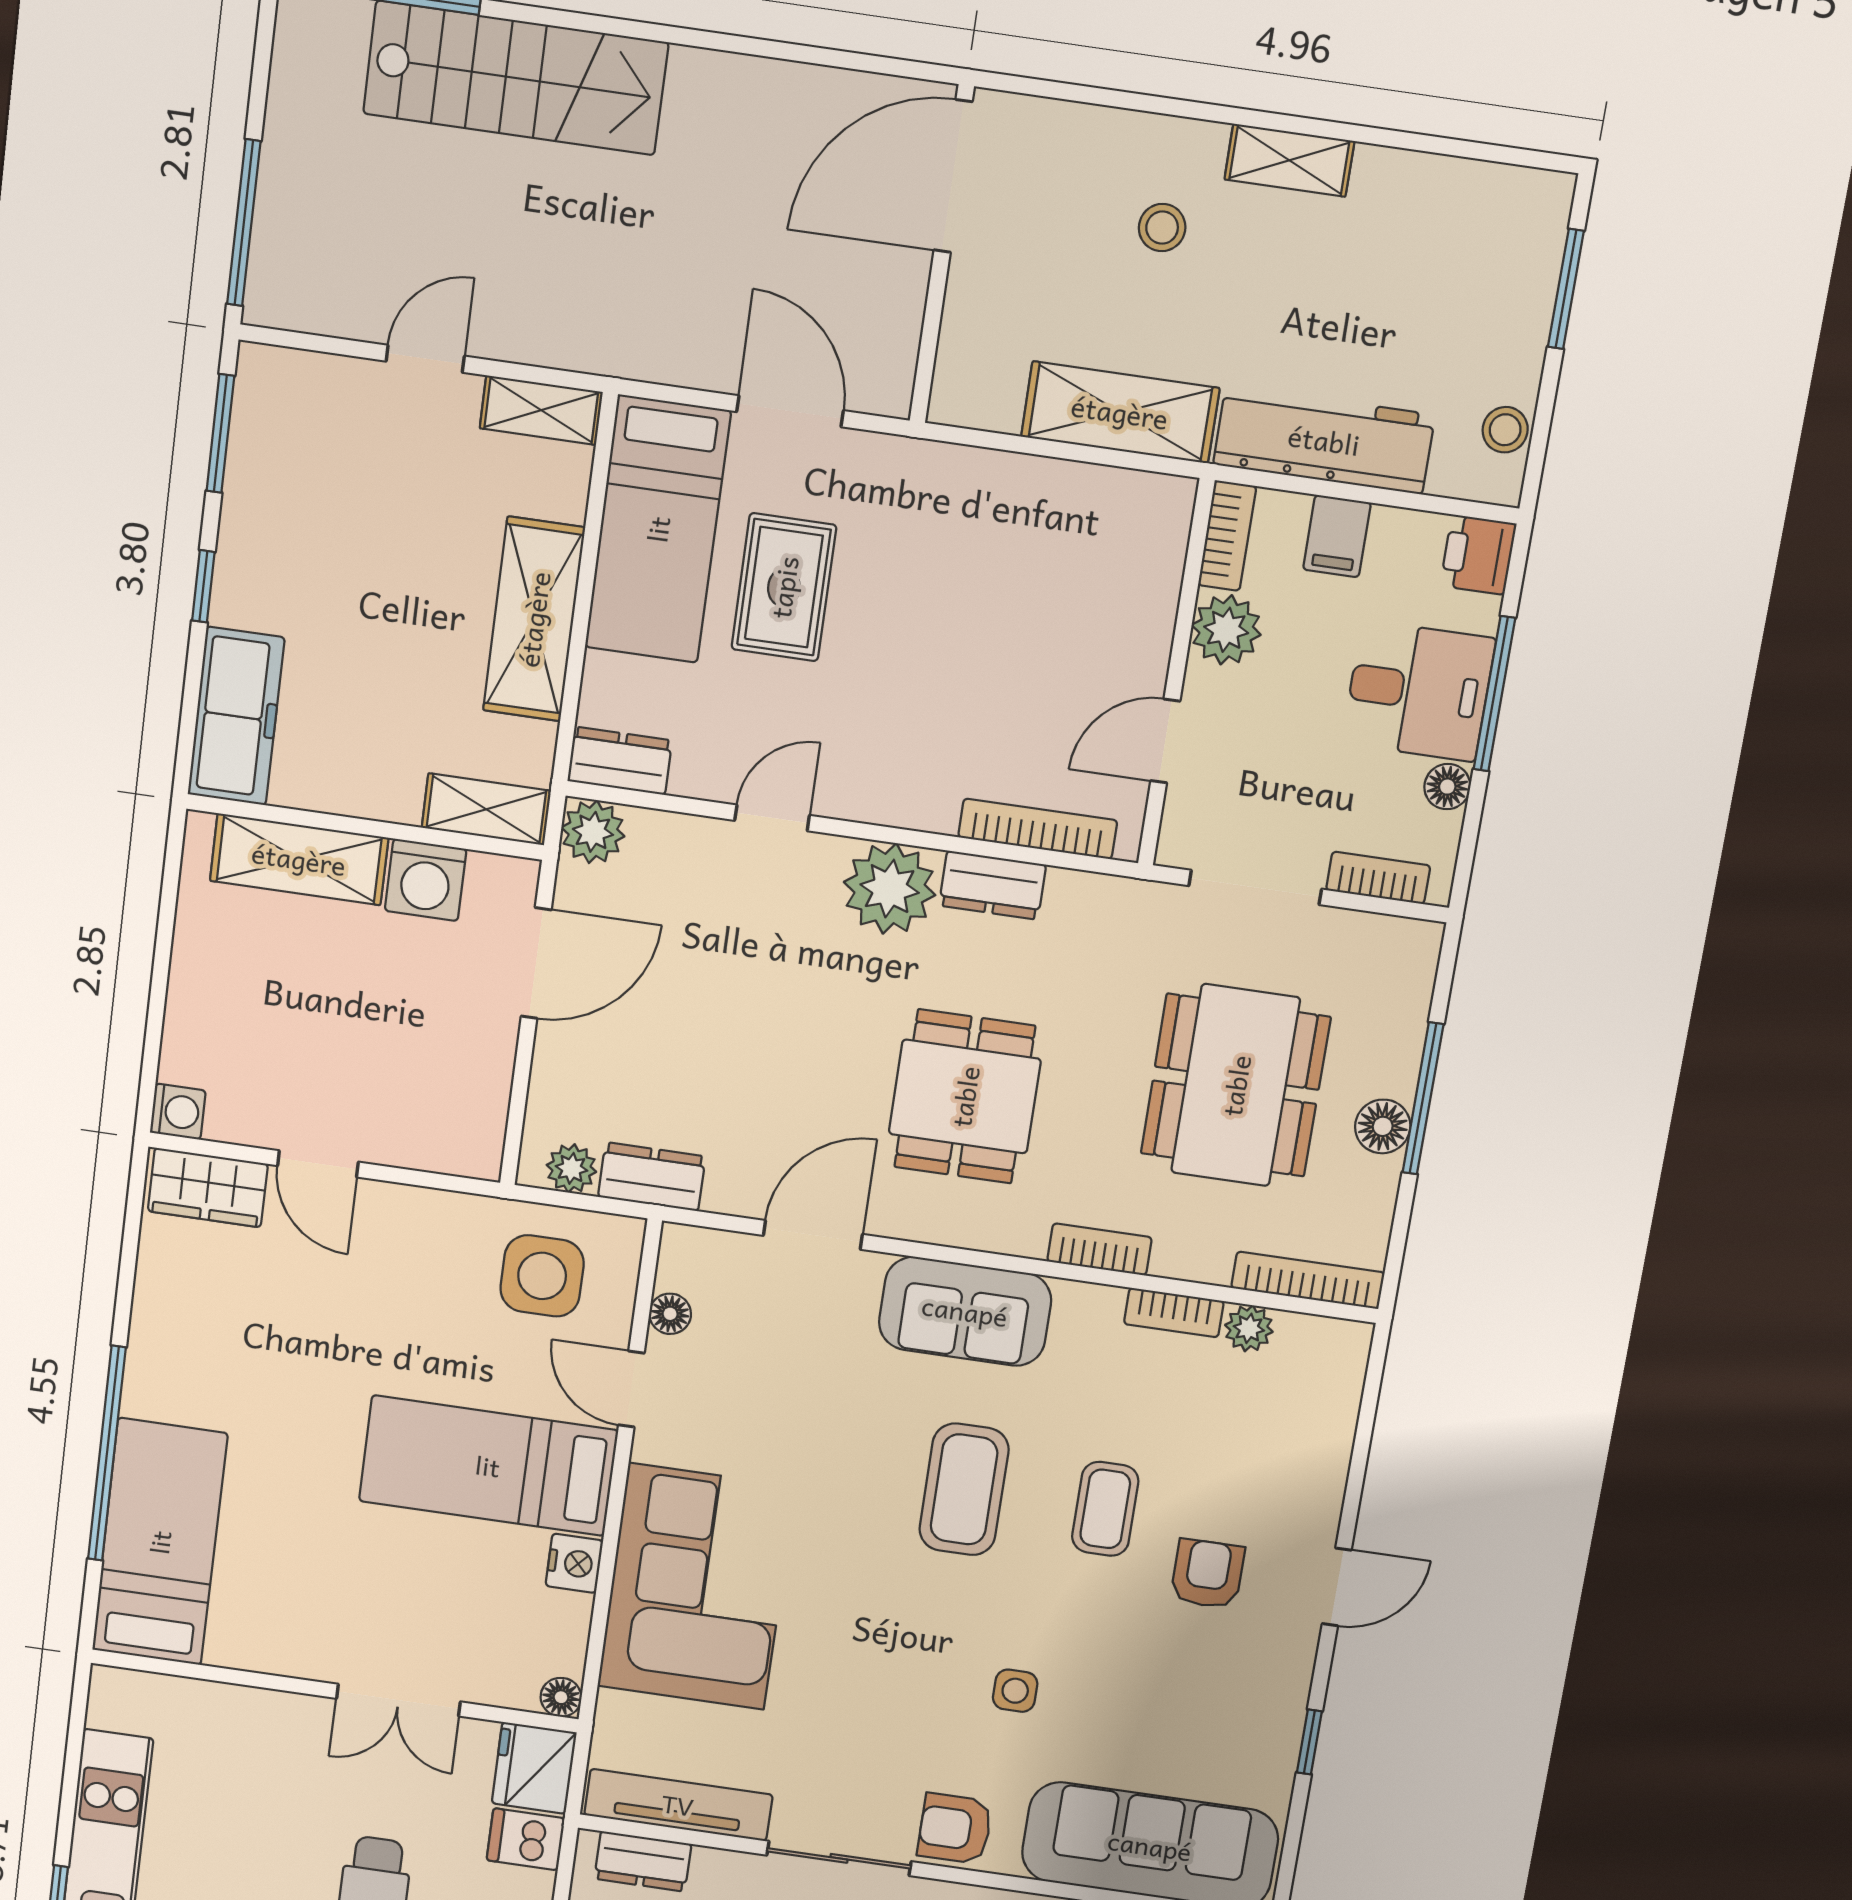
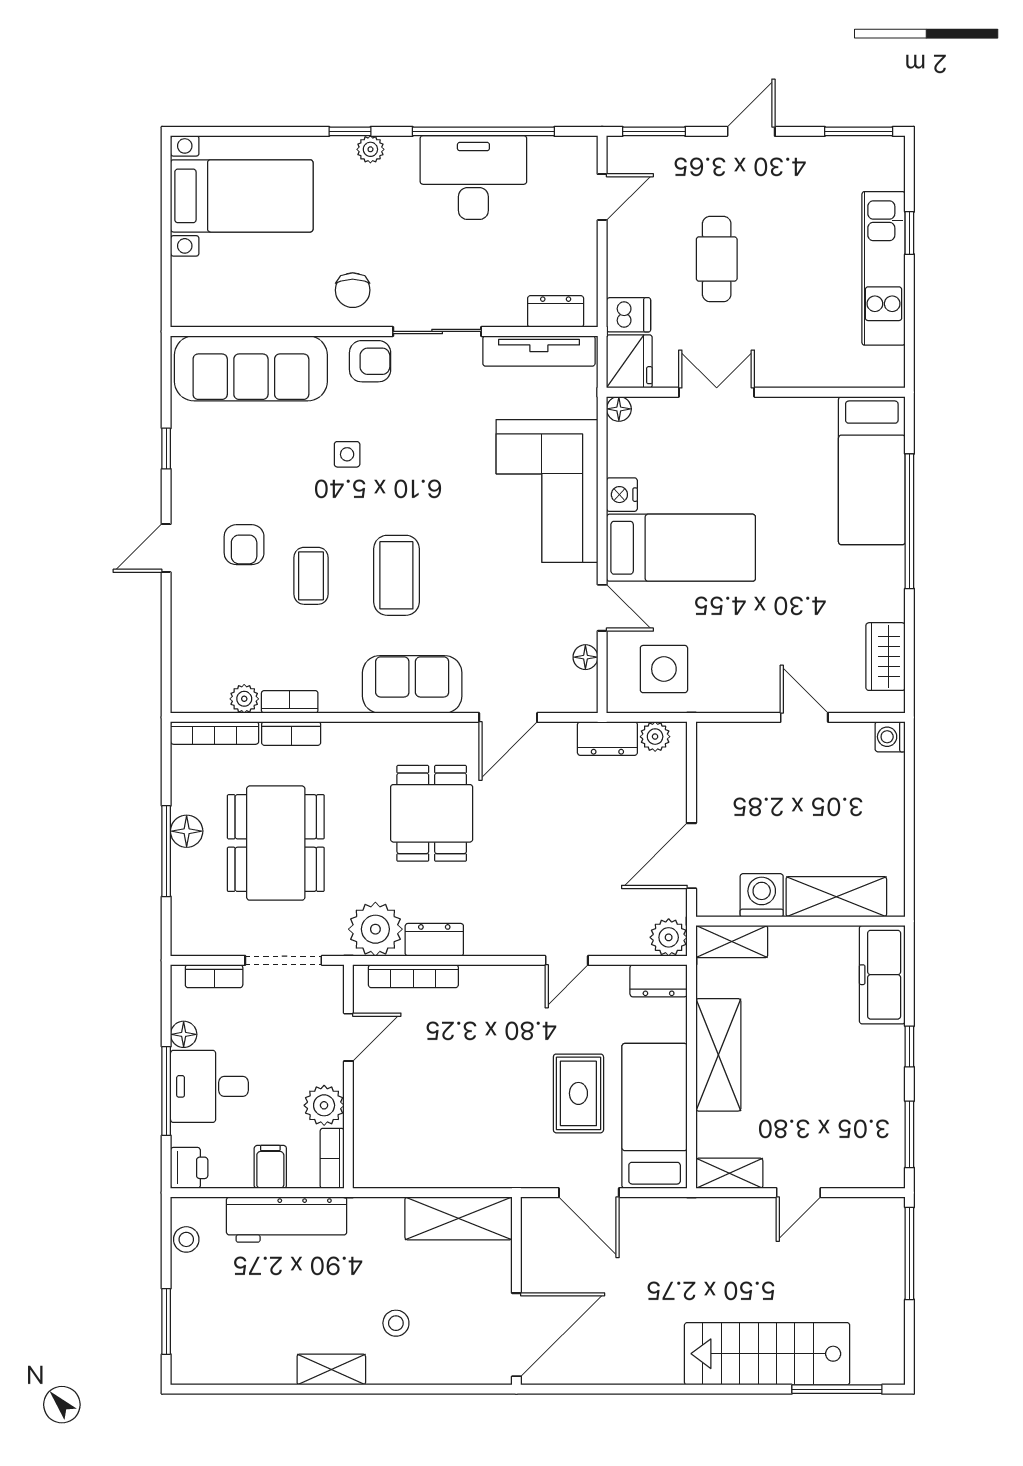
shelving: (1120, 412) -> (458, 1218), moved
plant: (890, 889) -> (375, 929), moved
wardrobe: (208, 1188) -> (886, 657), moved, turned -90
bookcase: (1100, 1249) -> (291, 734), moved

